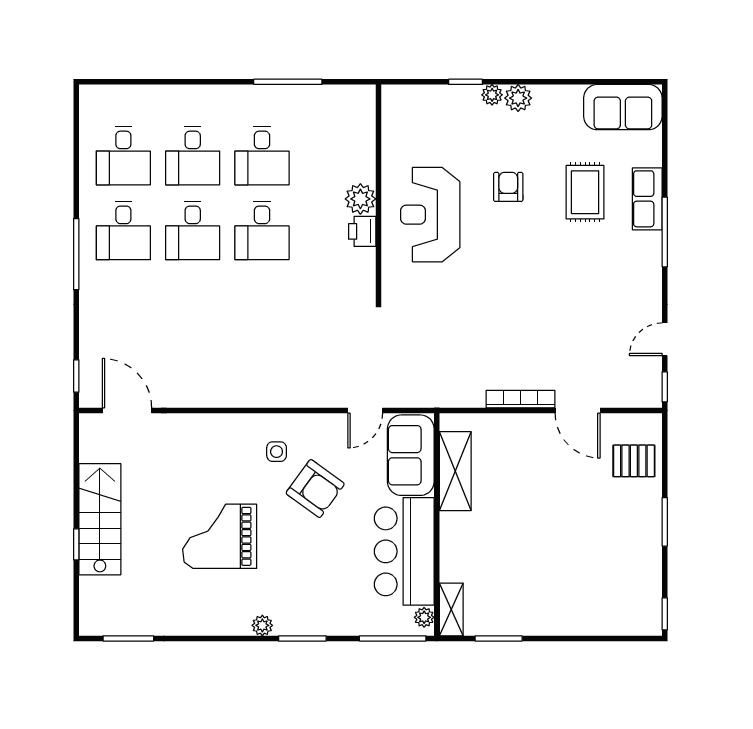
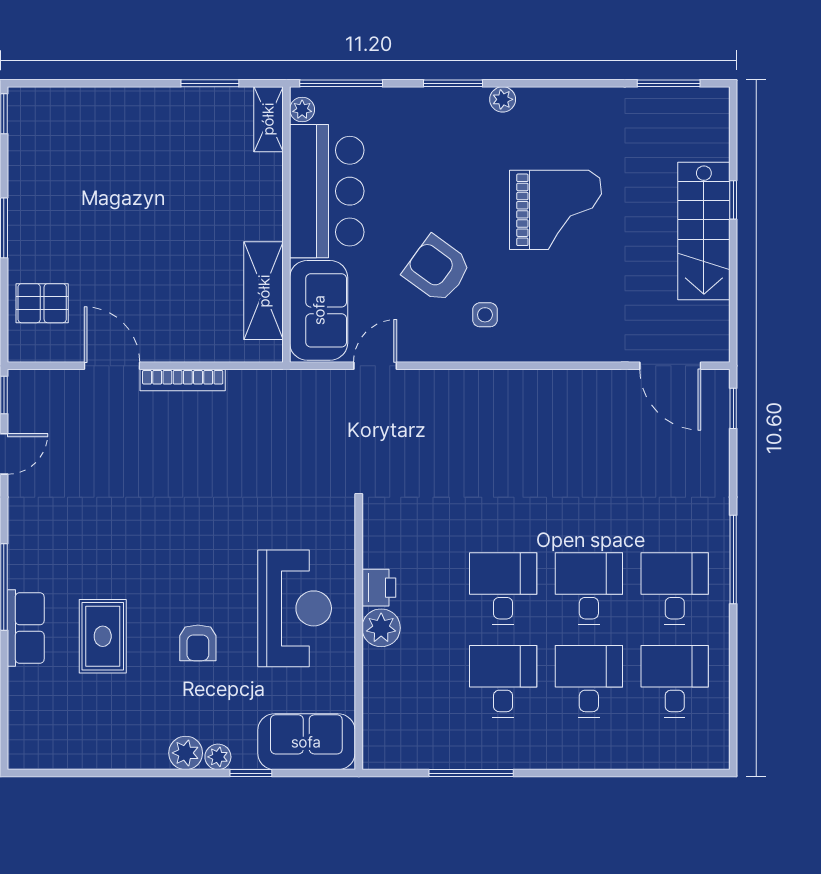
sofa: (623, 107) -> (306, 742), moved

